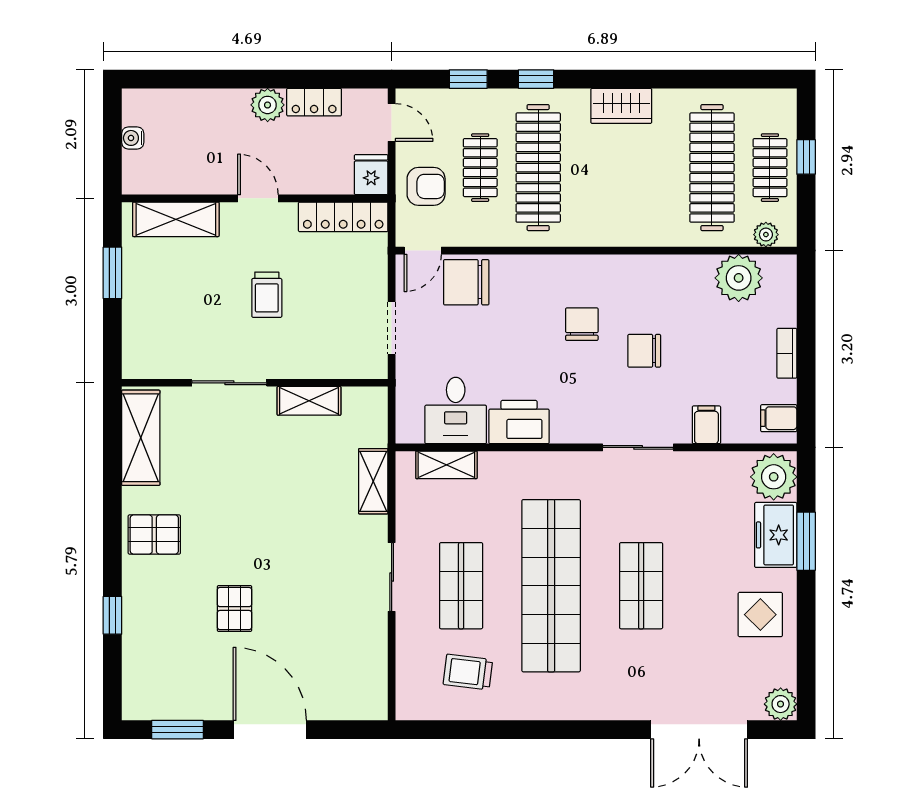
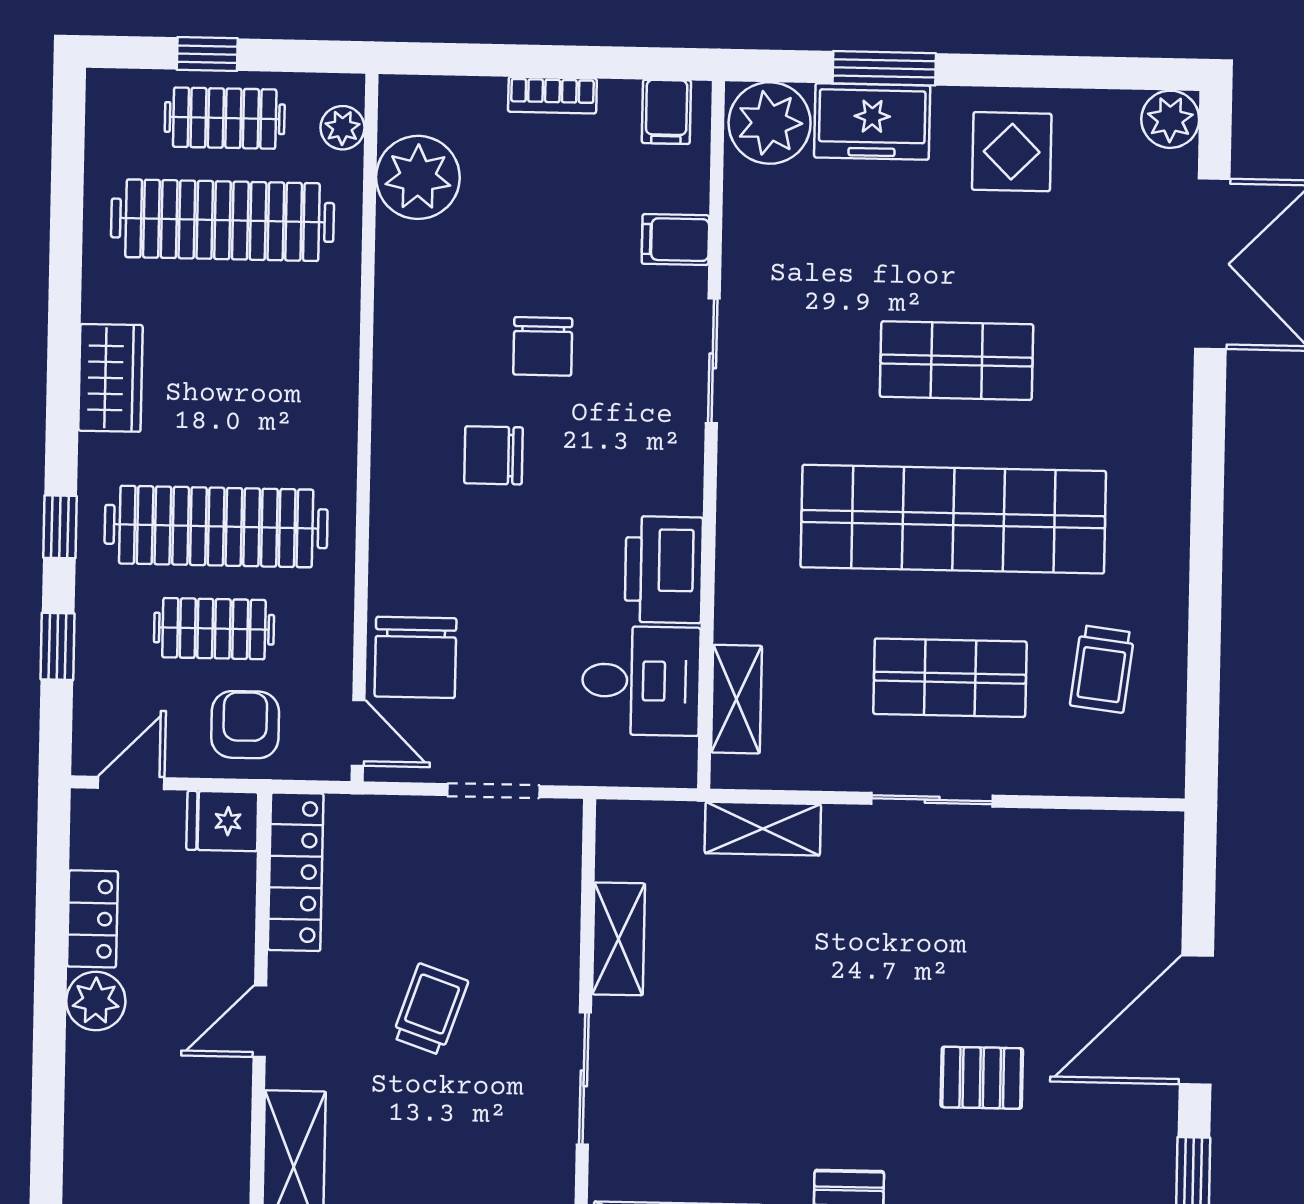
trolley: (267, 295) -> (430, 1009), turned -71

